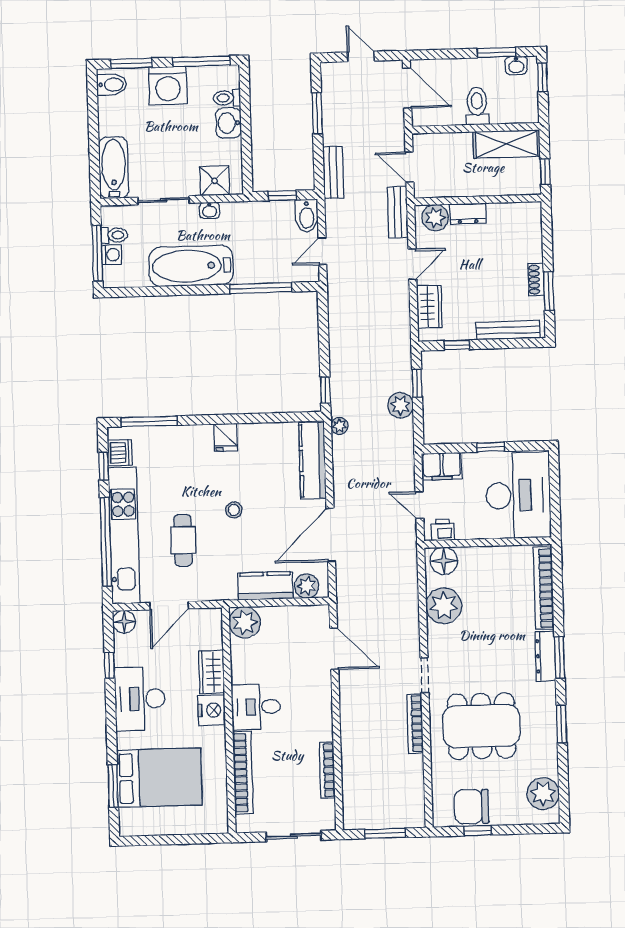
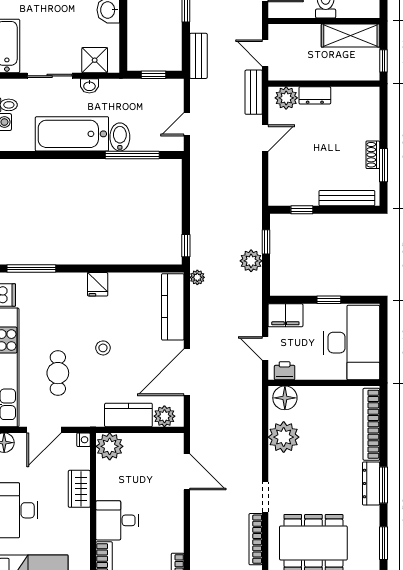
bidet: (307, 216) -> (120, 137), moved, turned 180
wardrobe: (429, 307) -> (279, 176), removed
nightstand: (212, 710) -> (83, 440), moved, width x0.53, depth x0.56

